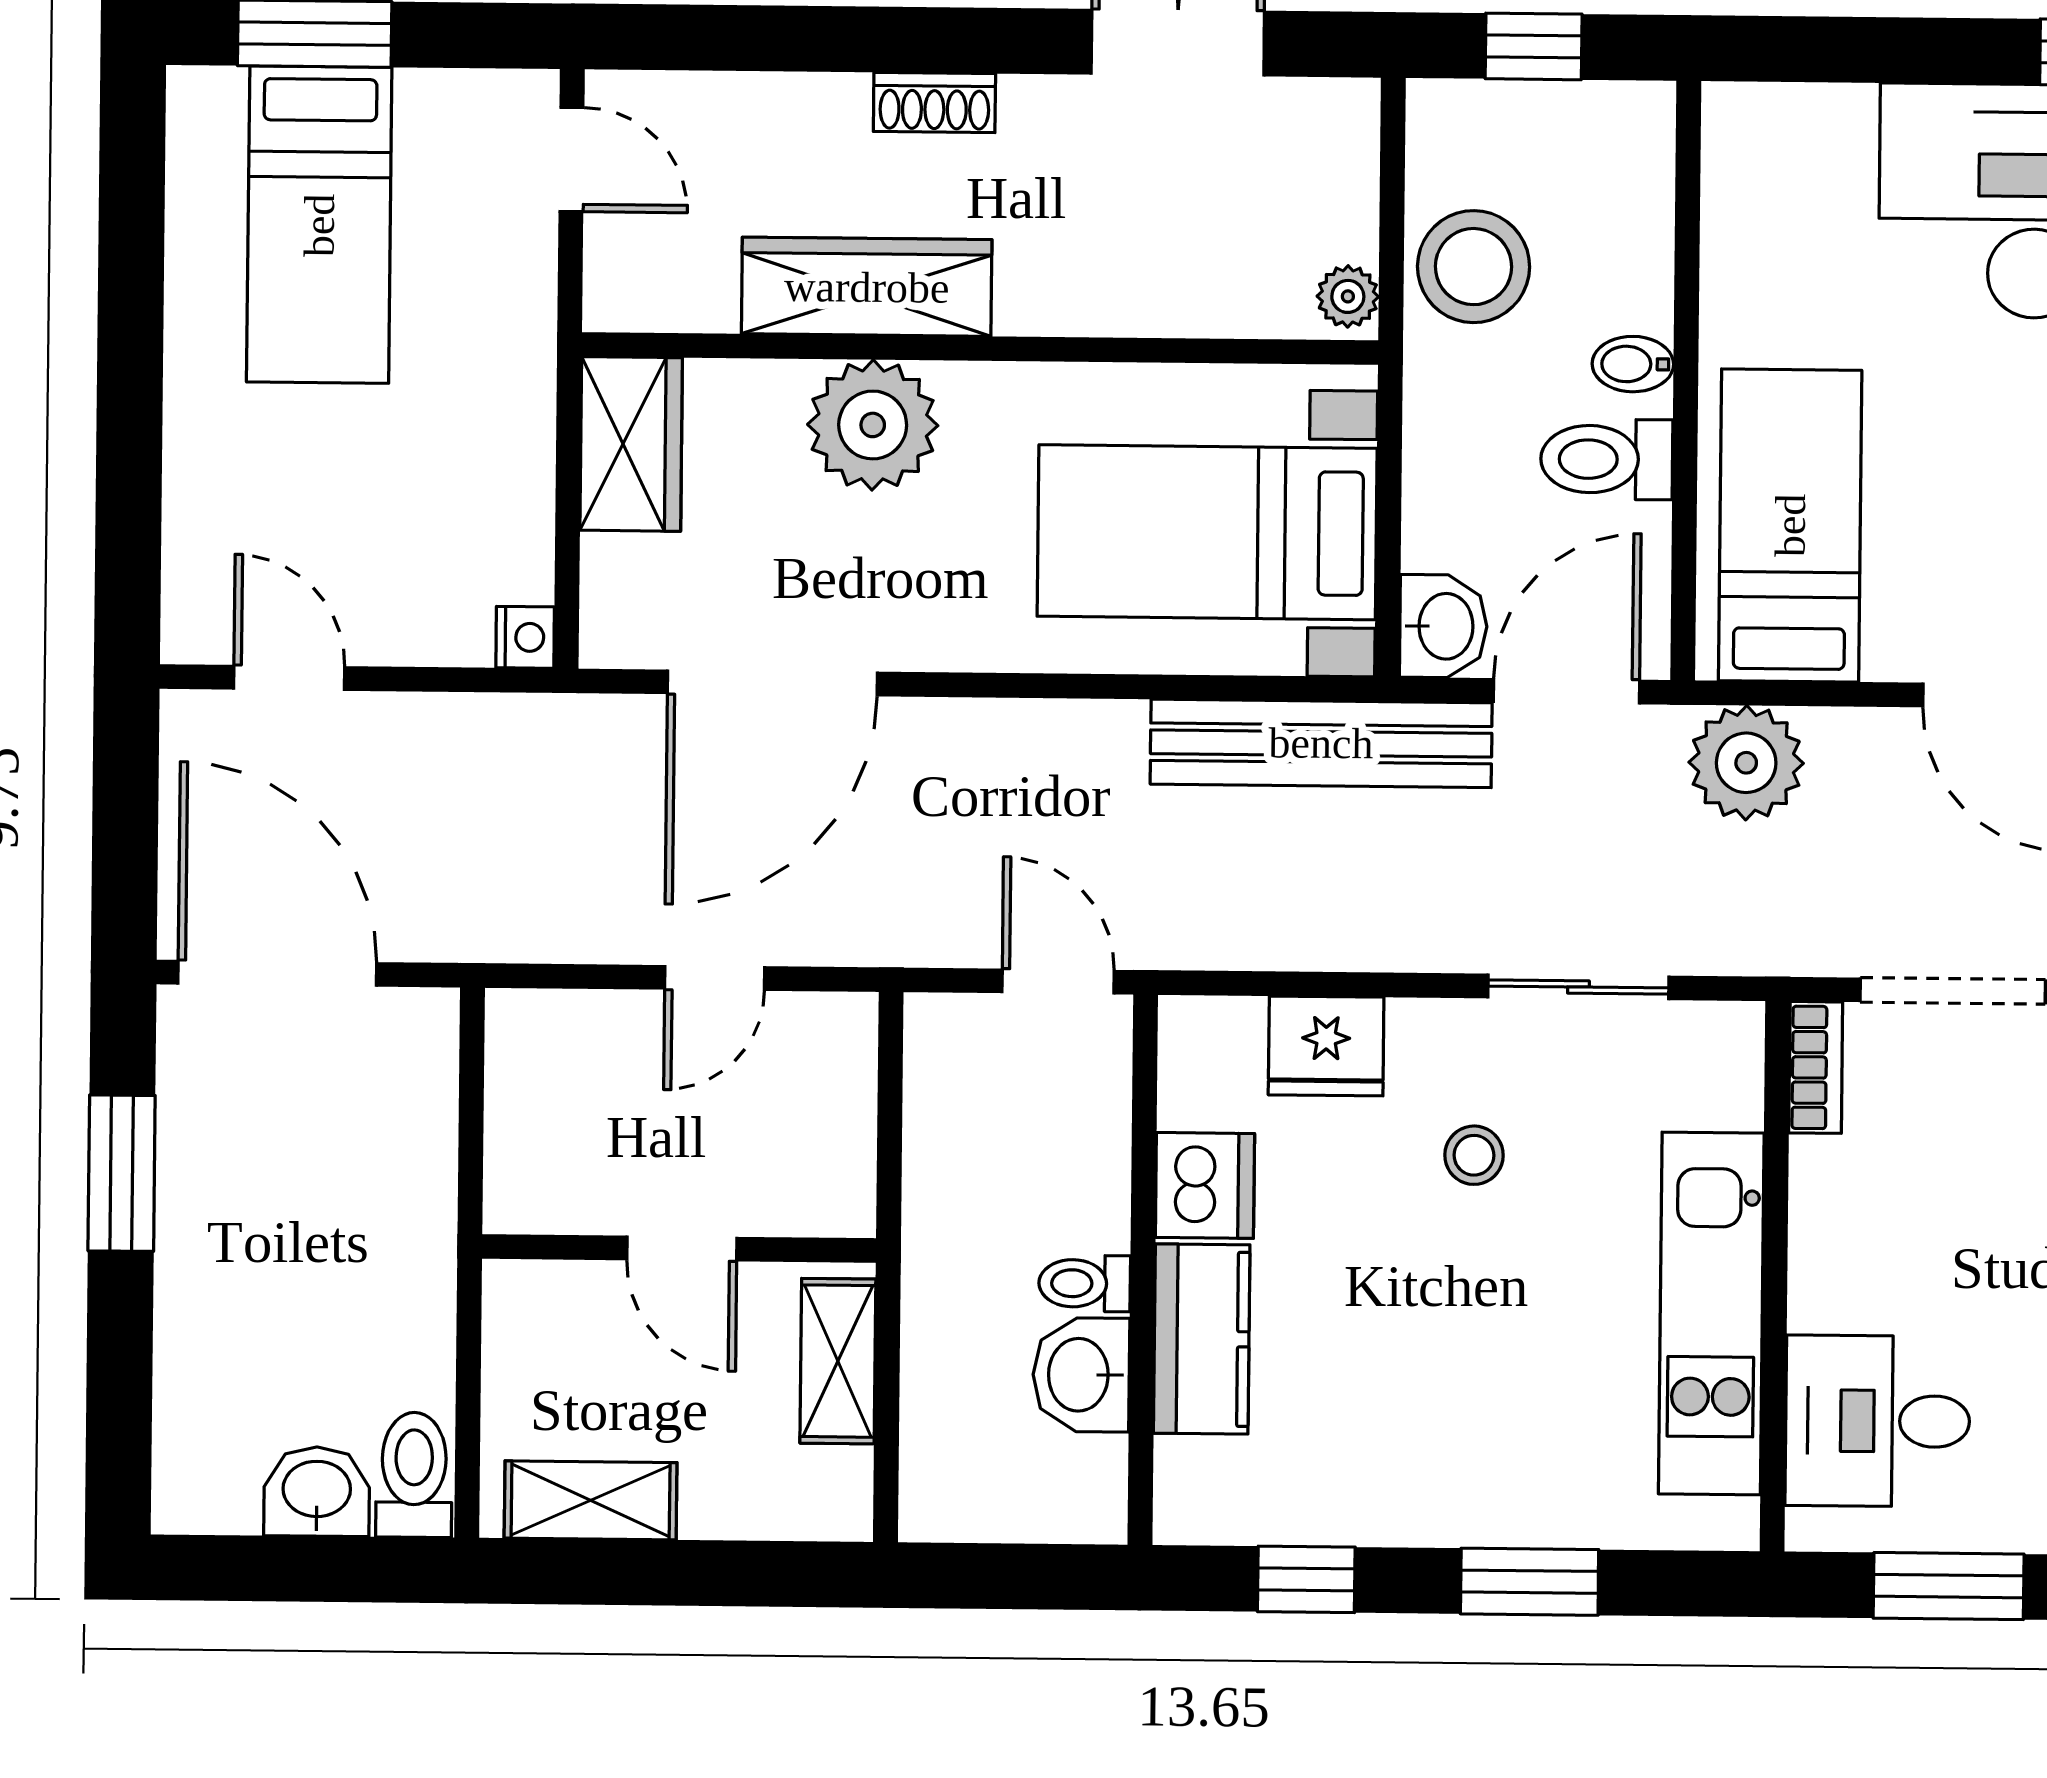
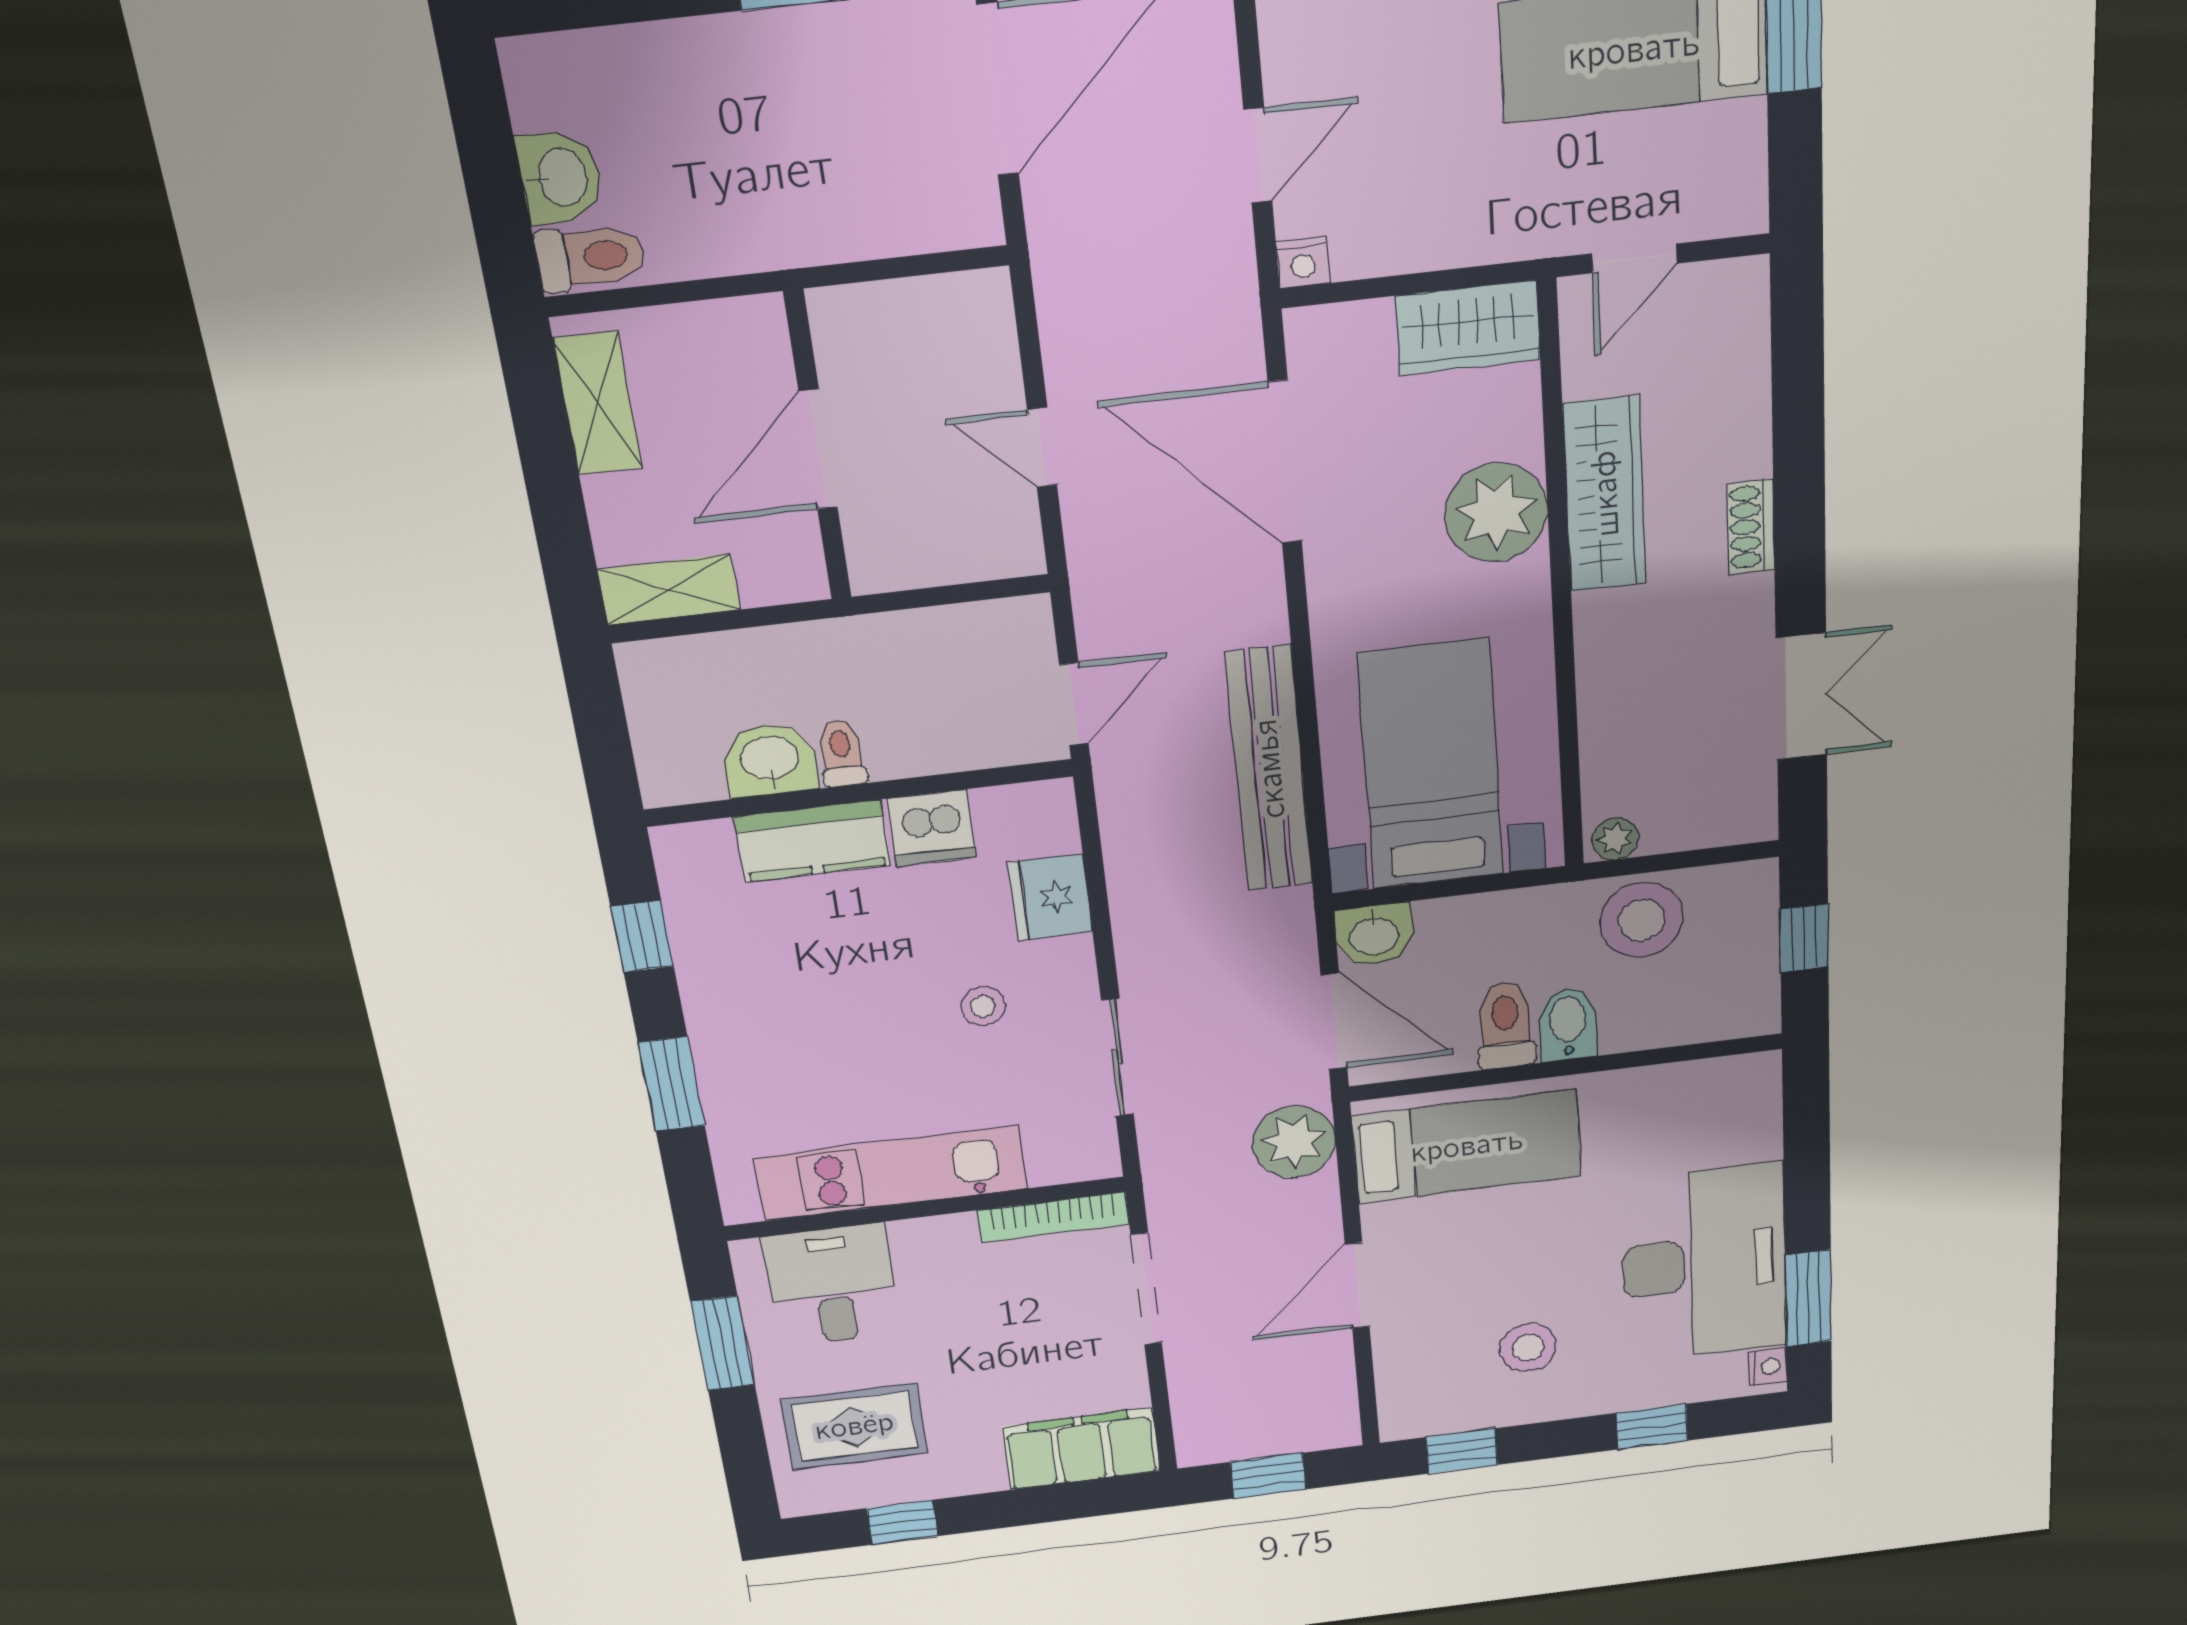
door: (571, 159) -> (1634, 258), moved
bidet: (1633, 364) -> (1568, 1024), width x1.38, depth x1.36
door: (289, 678) -> (1258, 155), moved
bench: (1321, 743) -> (1269, 769), moved
bookcase: (1816, 1067) -> (1053, 1217), width x1.56
door: (682, 1249) -> (818, 450), width x1.38
shelving: (838, 1361) -> (669, 590), moved

